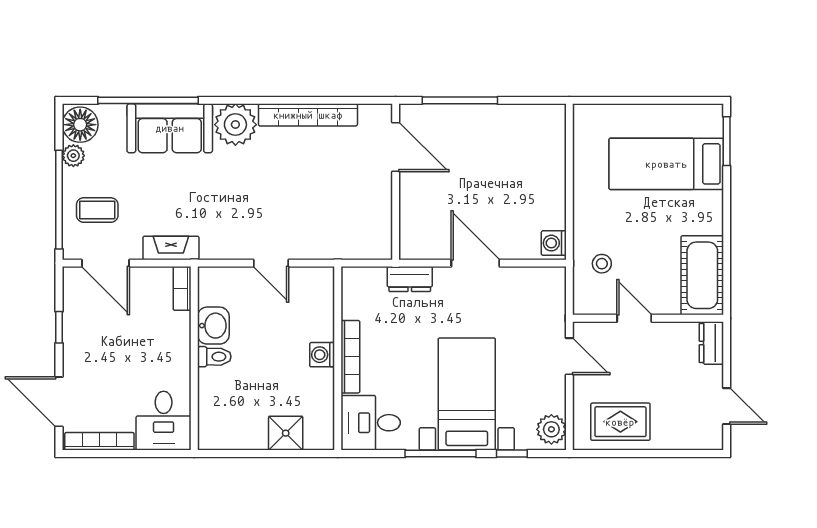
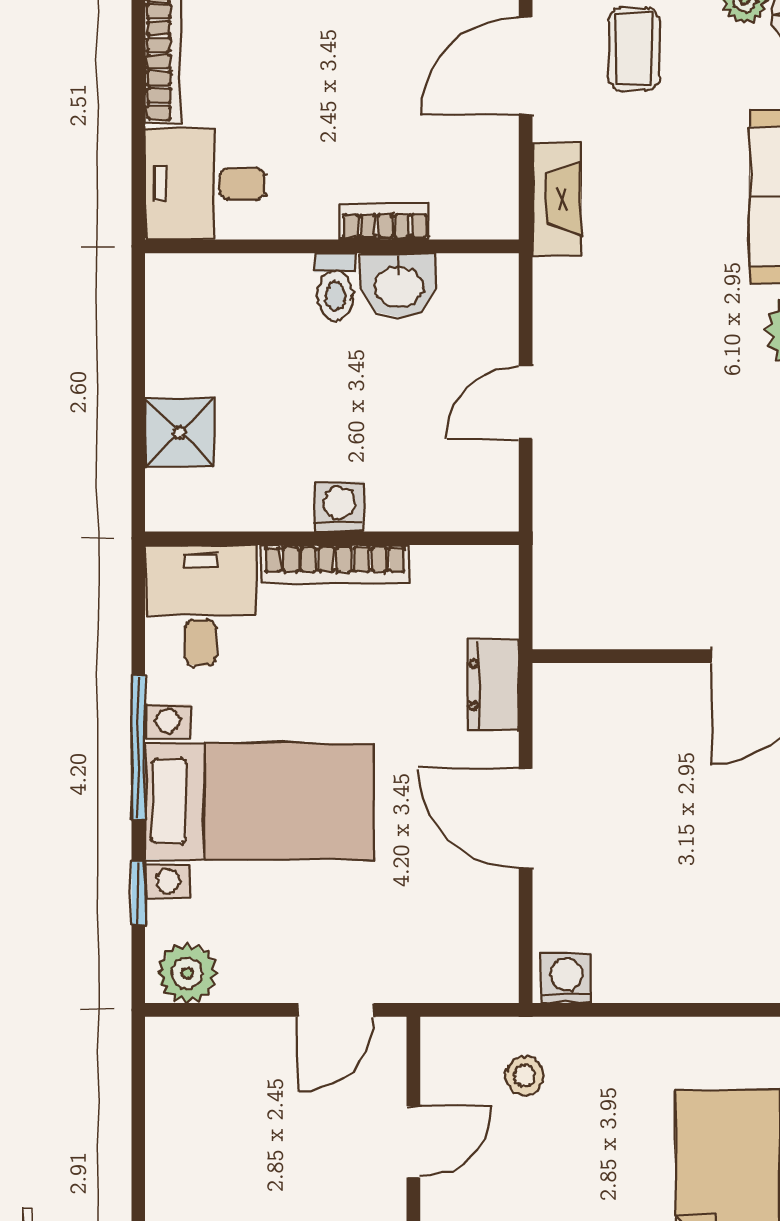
door: (475, 263) -> (526, 818), swing flipped
bookcase: (182, 288) -> (385, 222), moved
rug: (620, 422) -> (203, 1114), removed

